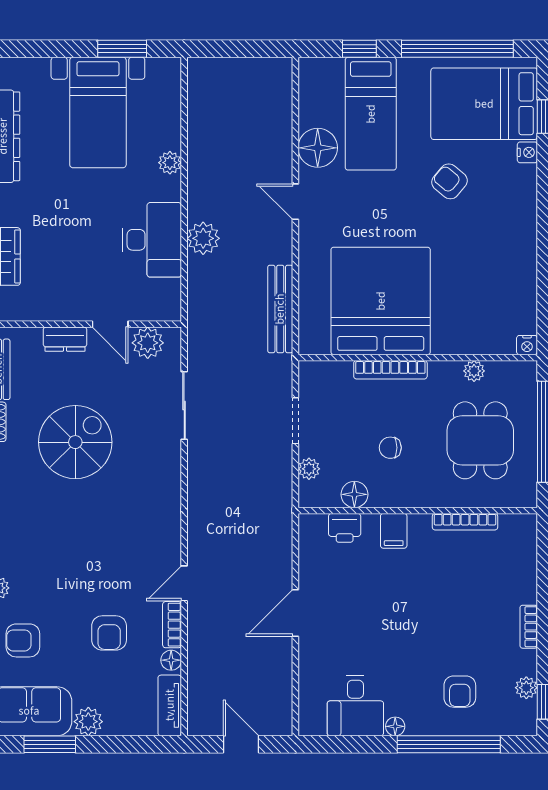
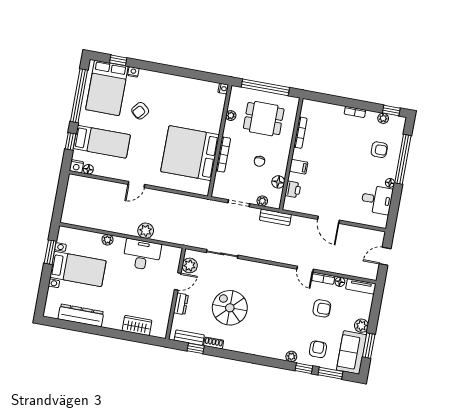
nightstand: (310, 70) -> (76, 166), added
floor lamp: (318, 148) -> (88, 169), moved, width x0.53, depth x0.53
bench: (280, 309) -> (275, 217), moved, width x0.73
armchair: (23, 640) -> (318, 349), turned 180

